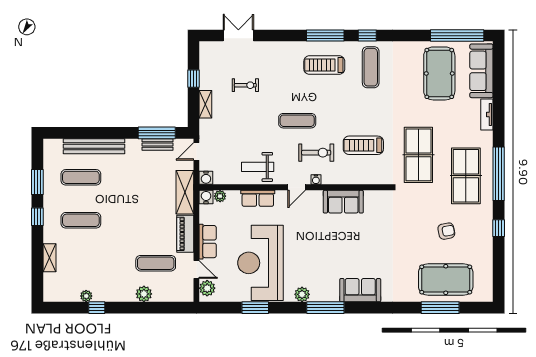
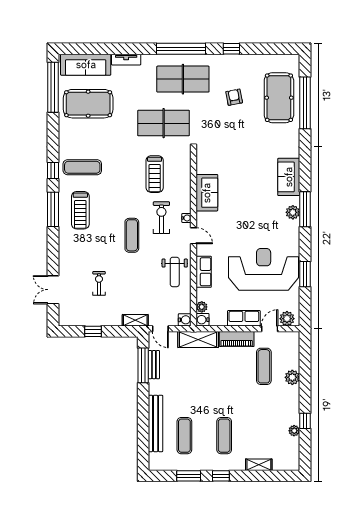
shelving: (205, 104) -> (135, 320), moved
reception desk: (260, 263) -> (264, 269), turned 180
plant: (302, 294) -> (293, 212), moved
window: (440, 308) -> (305, 103), width x1.46

